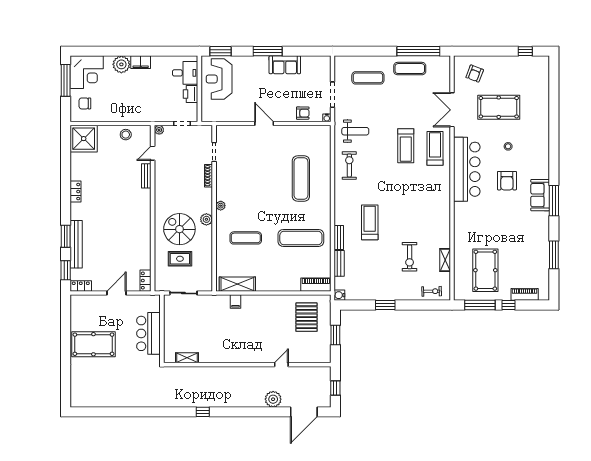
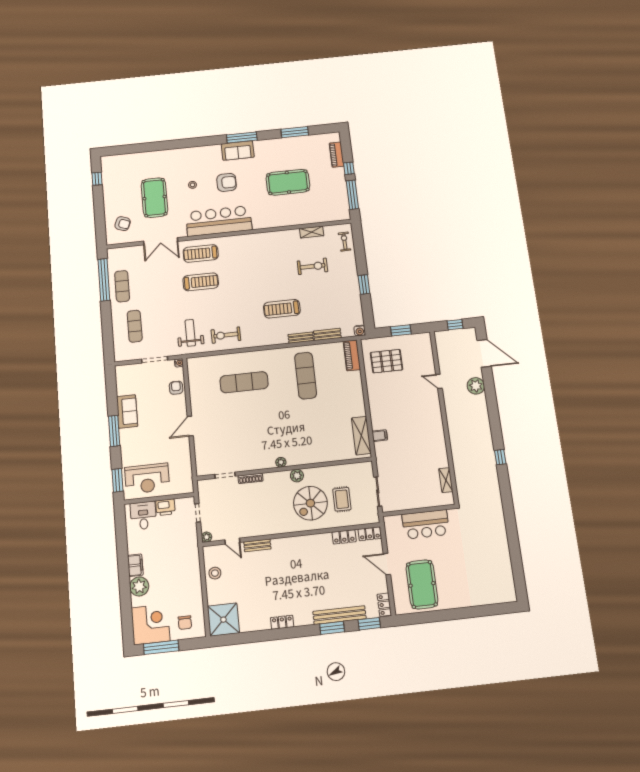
exercise mat: (246, 238) -> (312, 432), removed
locker: (145, 257) -> (344, 537), added
pool table: (485, 270) -> (288, 182), moved
pool table: (93, 344) -> (422, 584), moved

